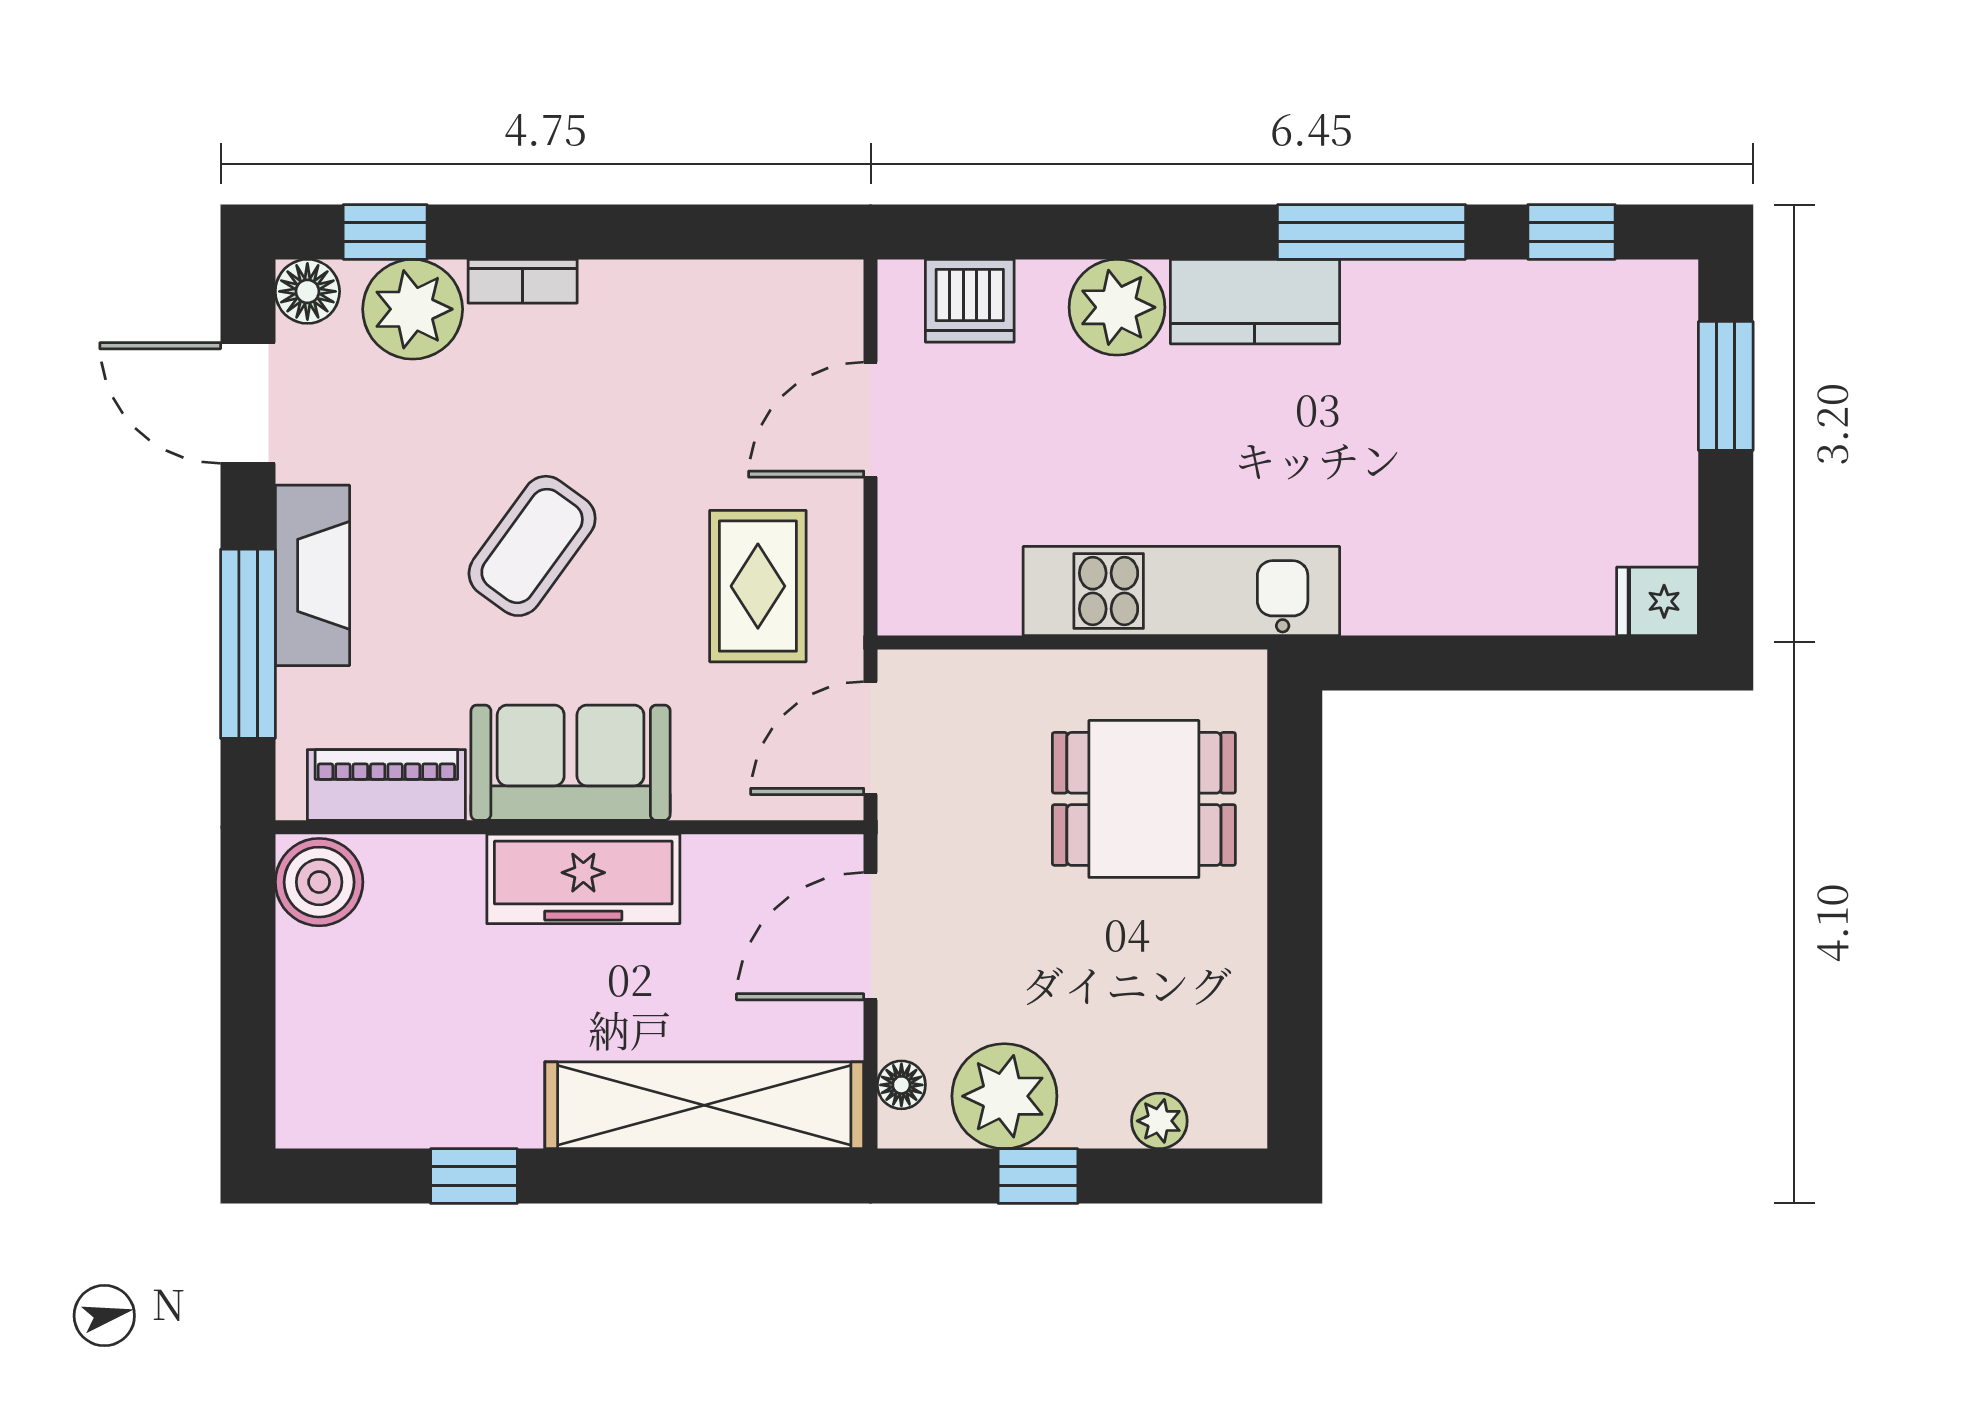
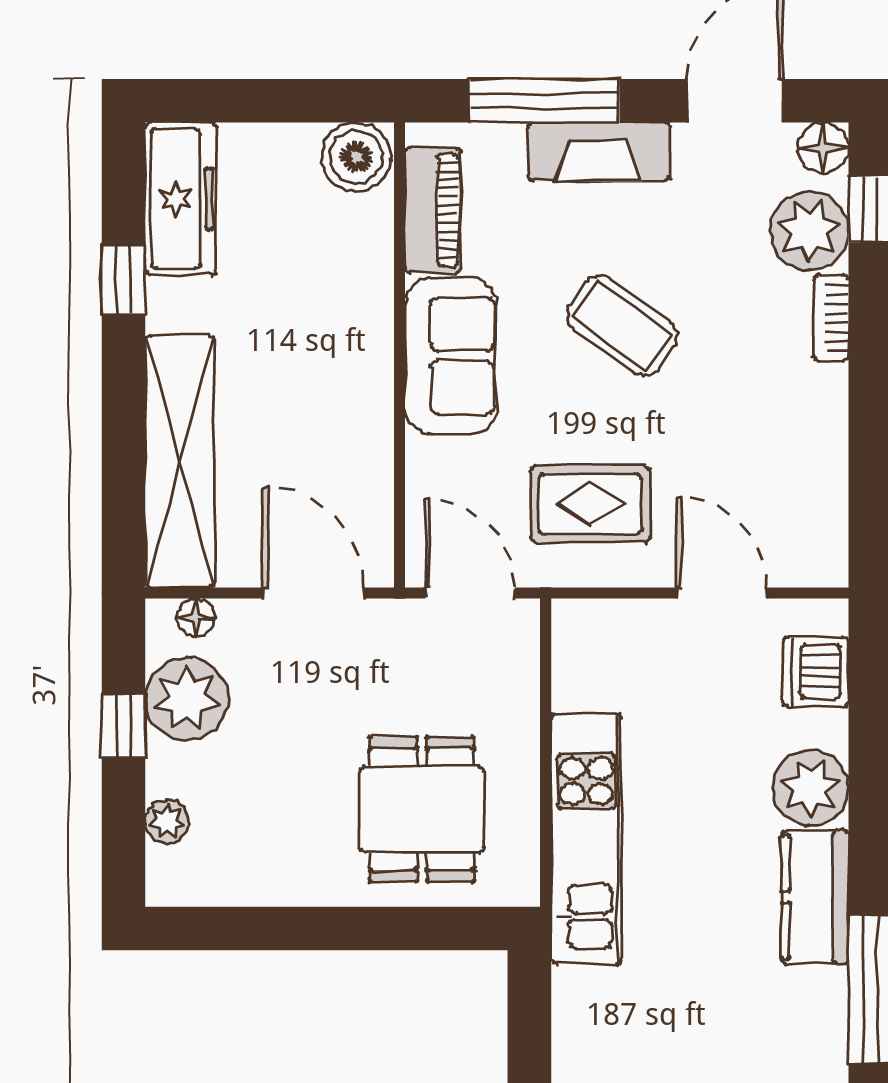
freezer: (583, 879) -> (181, 199), moved, turned 180

